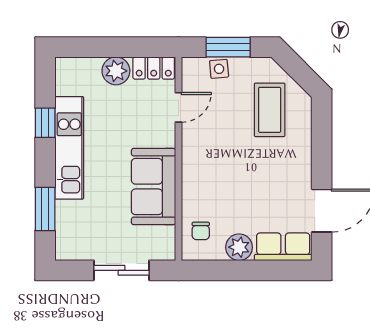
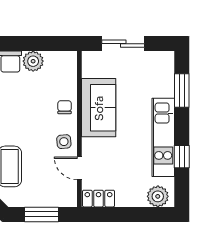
side table: (219, 69) -> (64, 142), moved
plant: (116, 71) -> (158, 196), moved
door: (179, 107) -> (79, 168), hinge flipped
chair: (201, 231) -> (65, 107), moved

